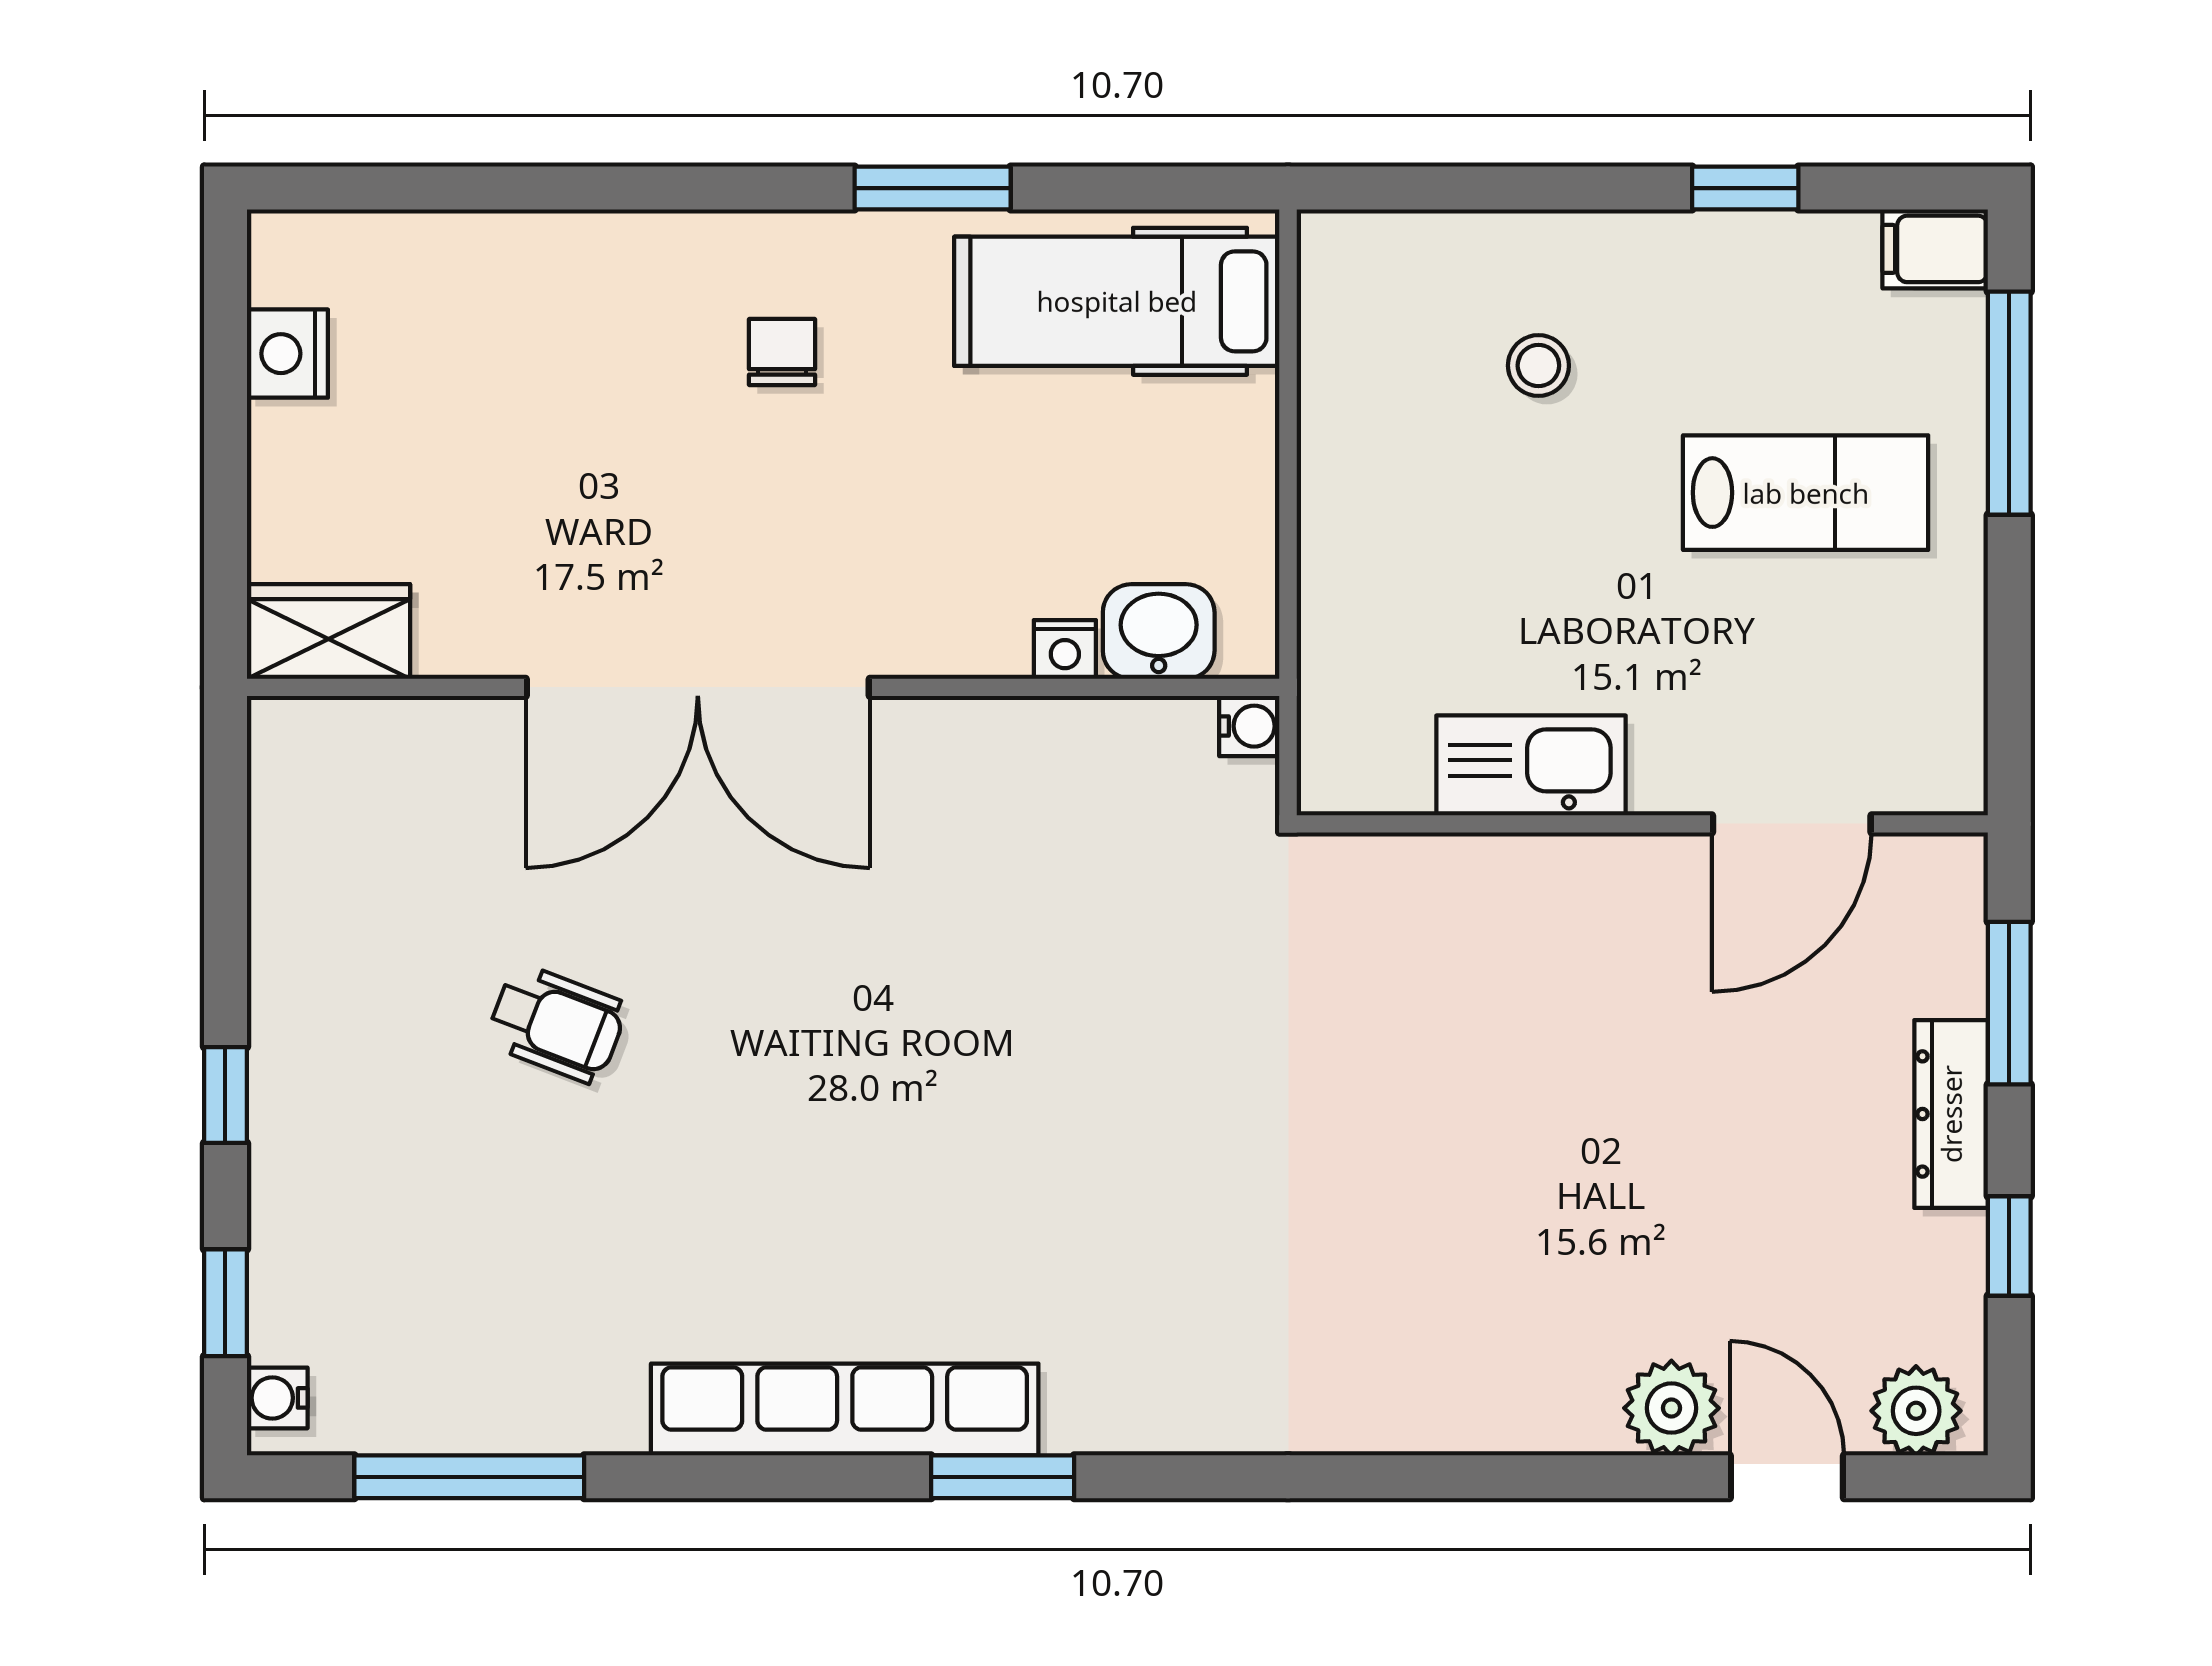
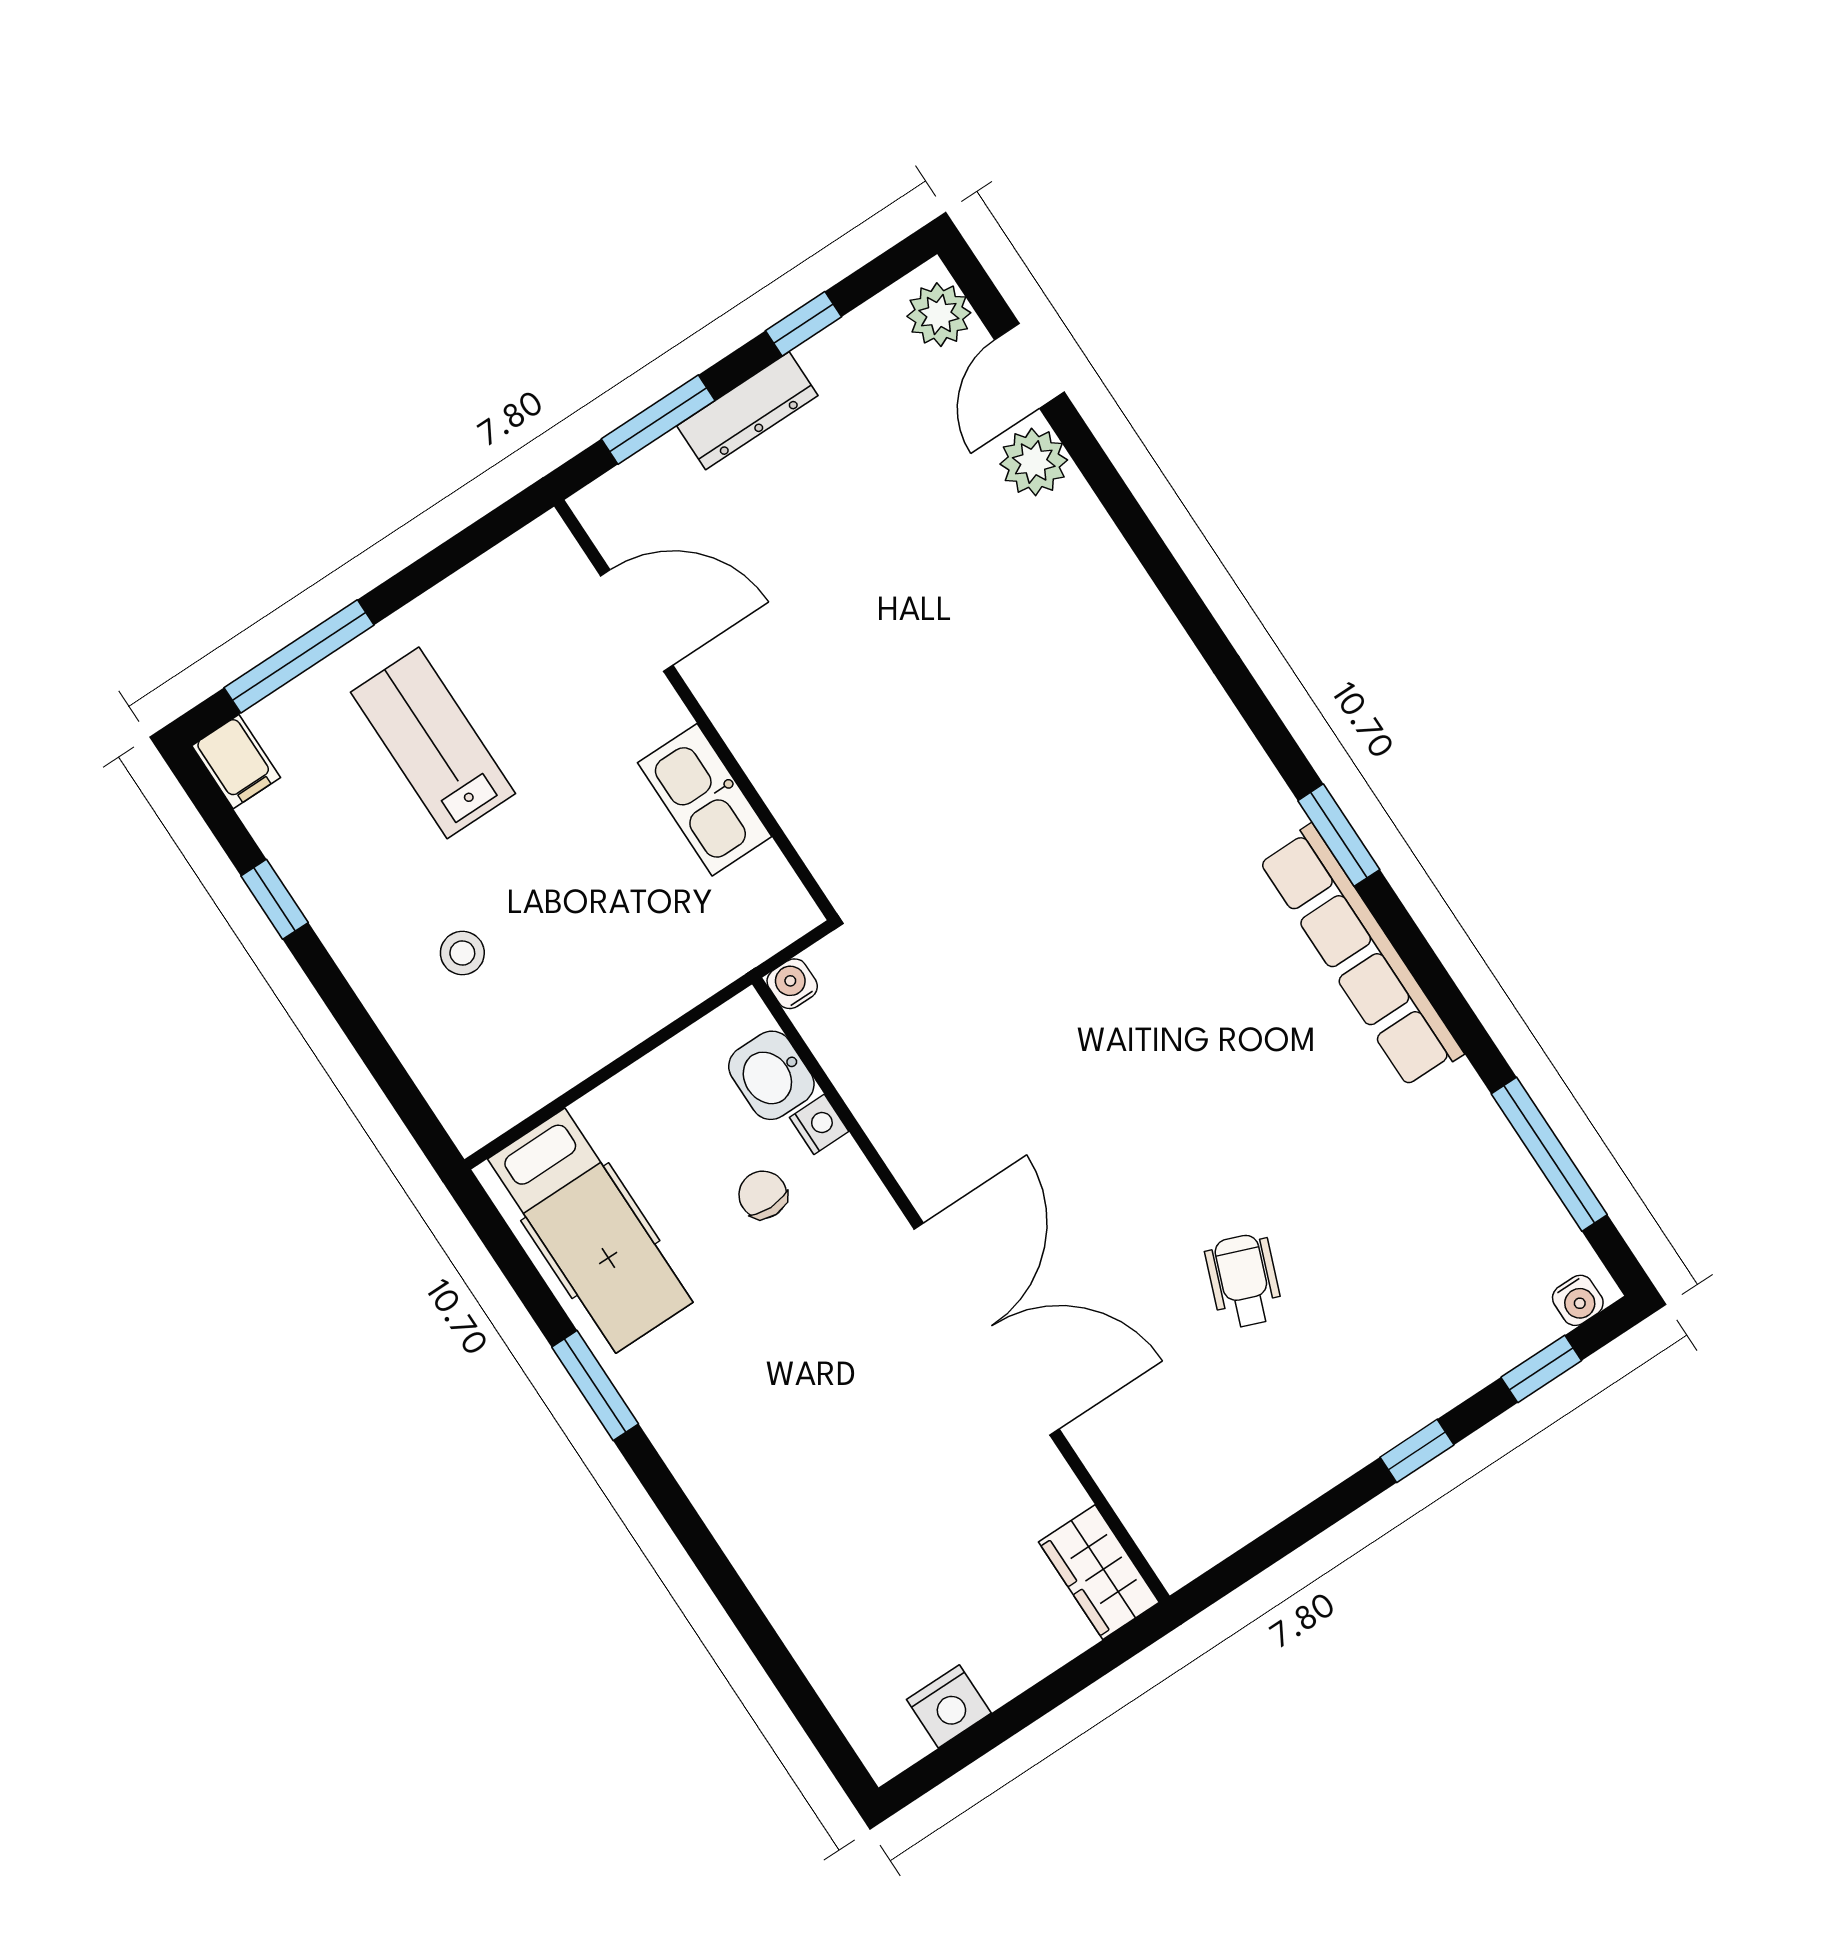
chair: (782, 352) -> (763, 1195), moved, turned 90

